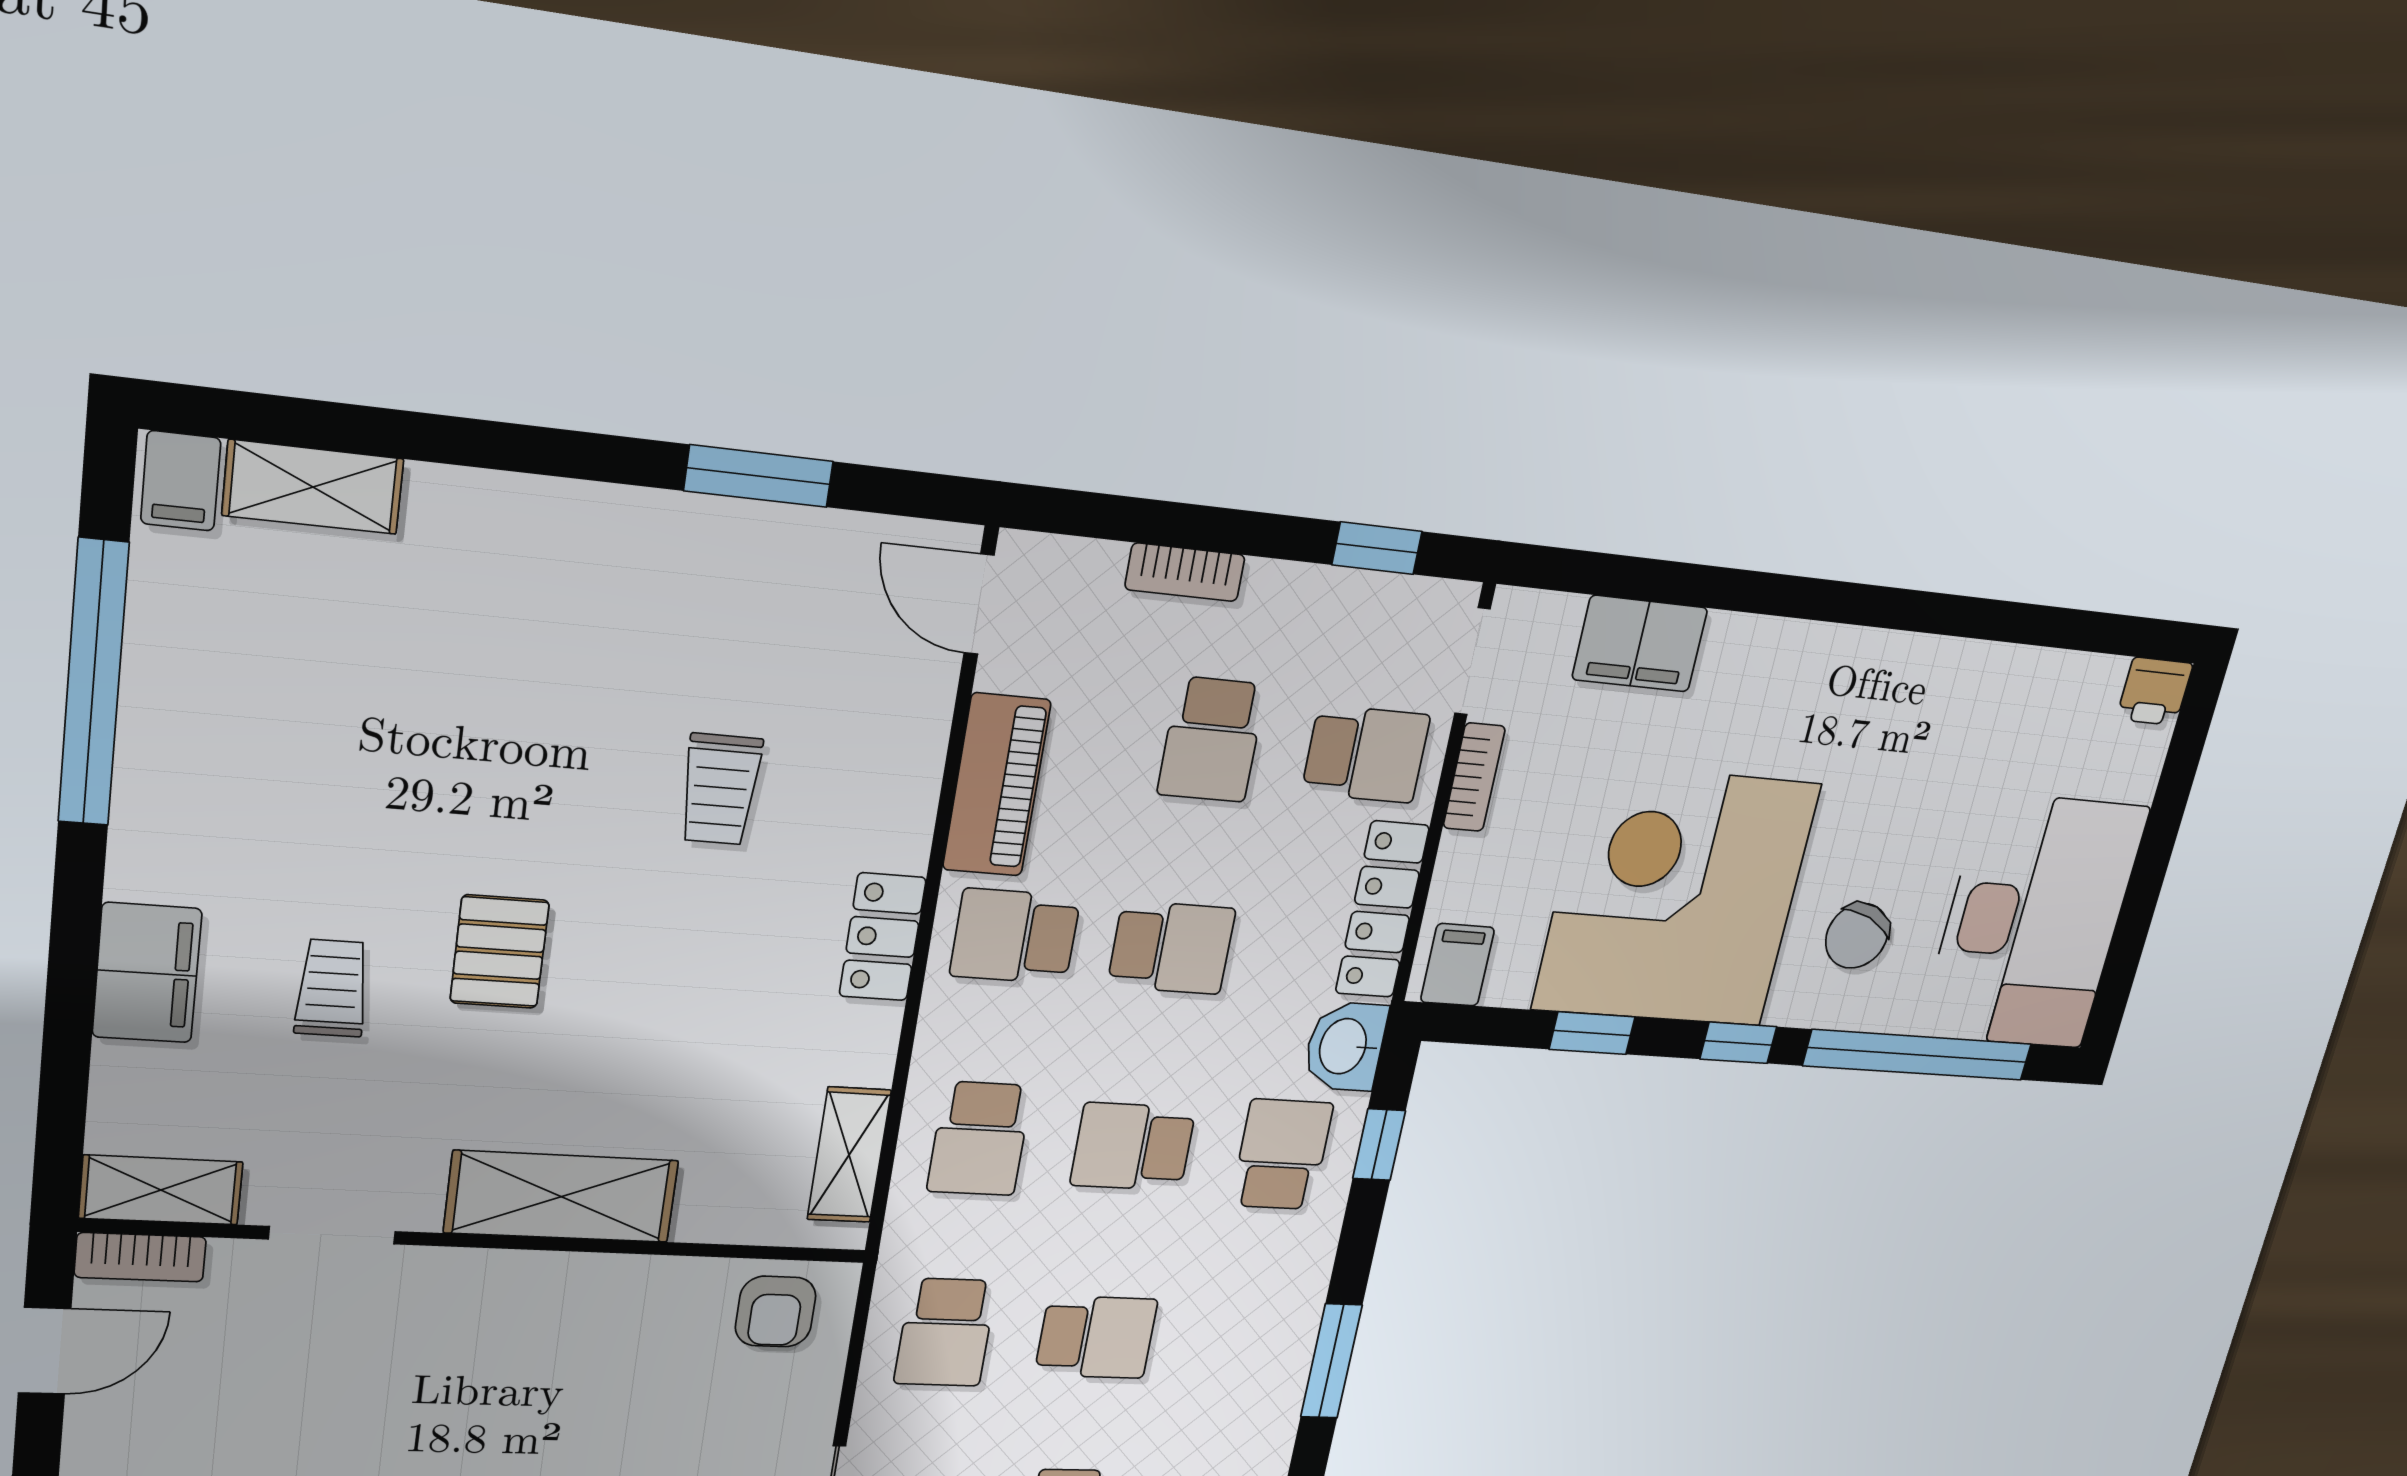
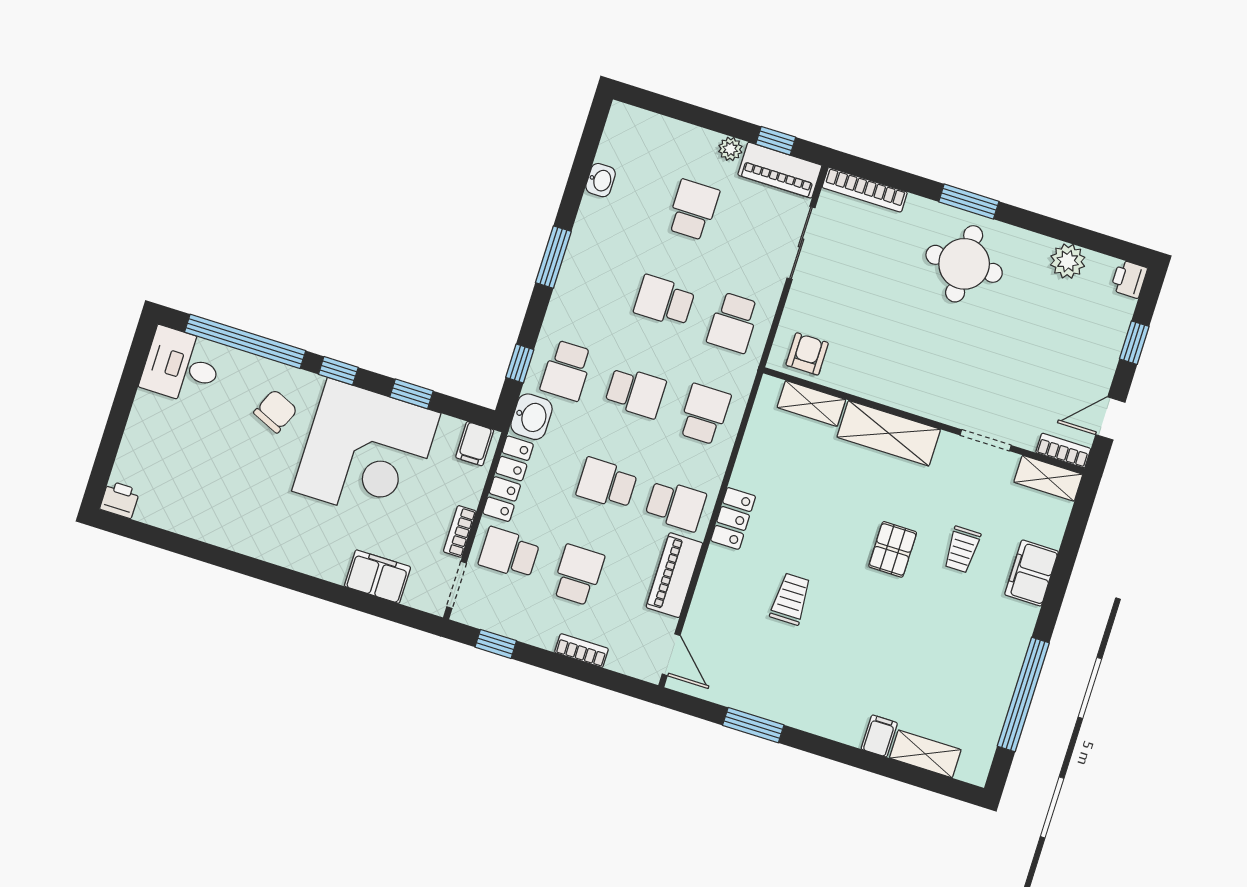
filing cabinet: (181, 481) -> (879, 736), moved
desk: (2033, 922) -> (182, 366), width x0.53, depth x0.77
shelving: (849, 1155) -> (811, 404), moved, turned 90
school desk: (945, 1332) -> (733, 323), turned 180

